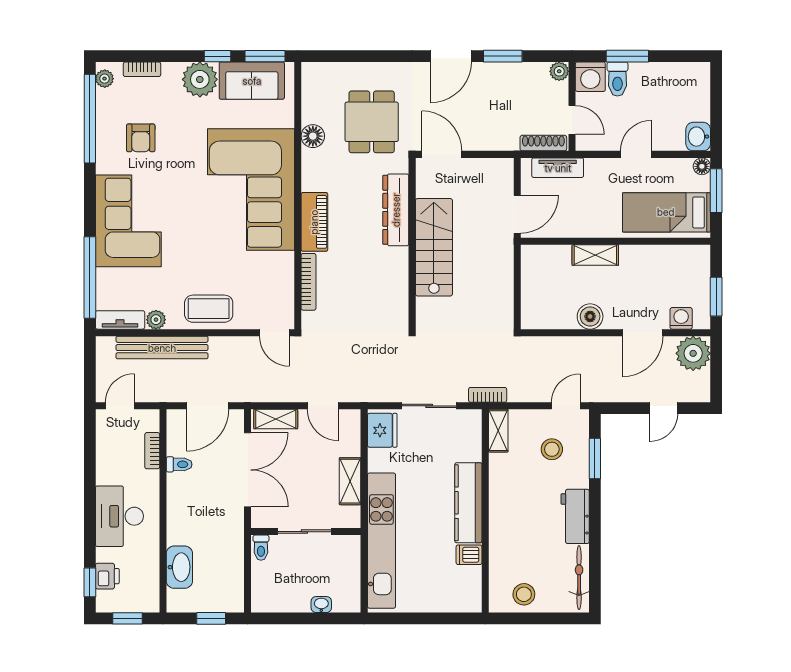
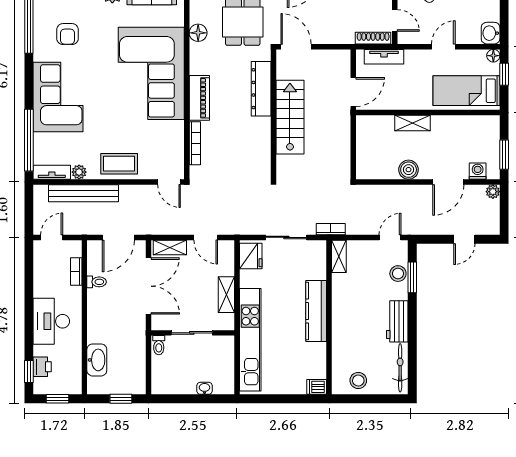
window: (716, 191) -> (504, 74), width x0.67
plant: (693, 353) -> (493, 192), width x0.53, depth x0.53
stool: (552, 449) -> (398, 274), moved
dishwasher: (469, 555) -> (317, 387), moved

